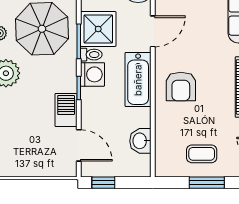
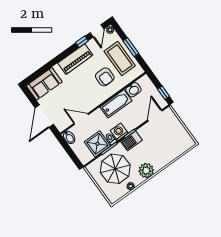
bathtub: (138, 80) -> (116, 104), moved
armchair: (181, 86) -> (105, 77), moved, turned 90
barbecue: (66, 110) -> (132, 141), moved
coffee table: (202, 154) -> (120, 59), width x1.86, depth x1.72

